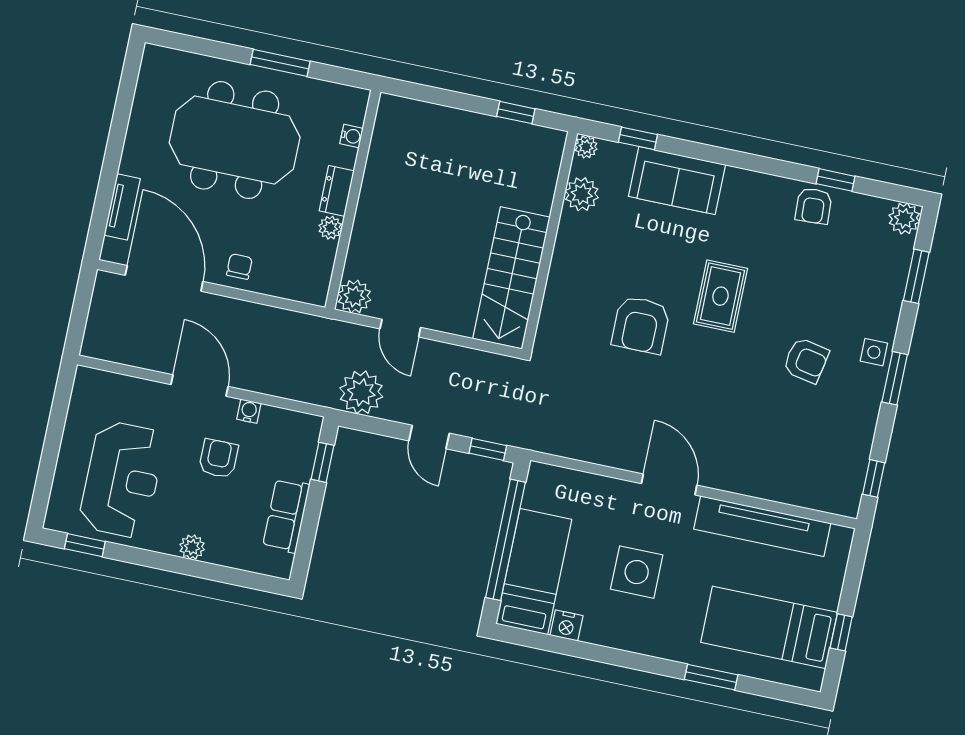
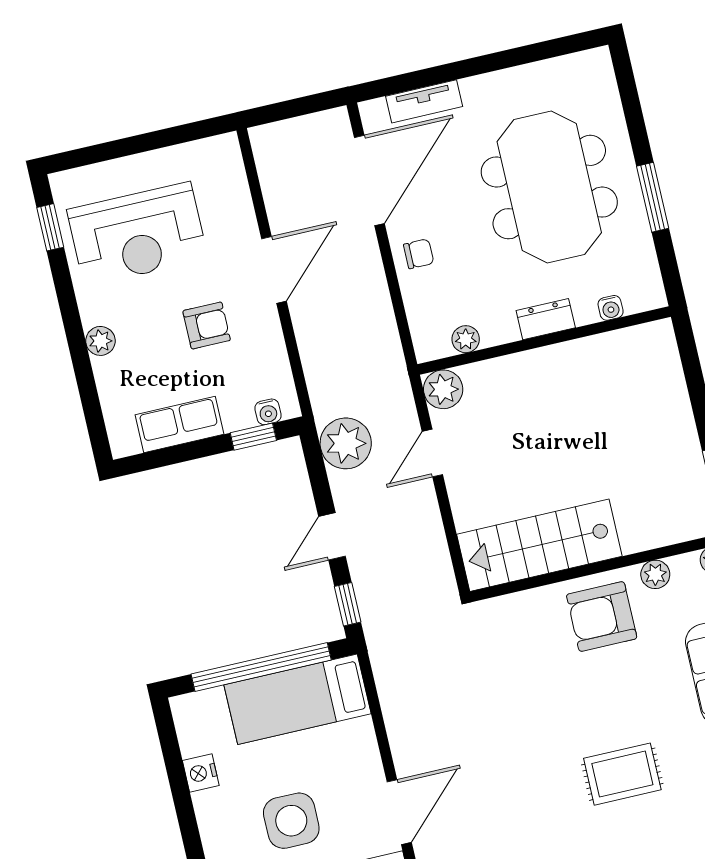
plant: (582, 194) -> (655, 574), width x0.73, depth x0.73
plant: (330, 228) -> (466, 339), moved
armchair: (641, 325) -> (602, 617), moved
water cooler: (249, 411) -> (268, 412), moved, turned 90
bed: (534, 572) -> (297, 699), moved, turned 180

